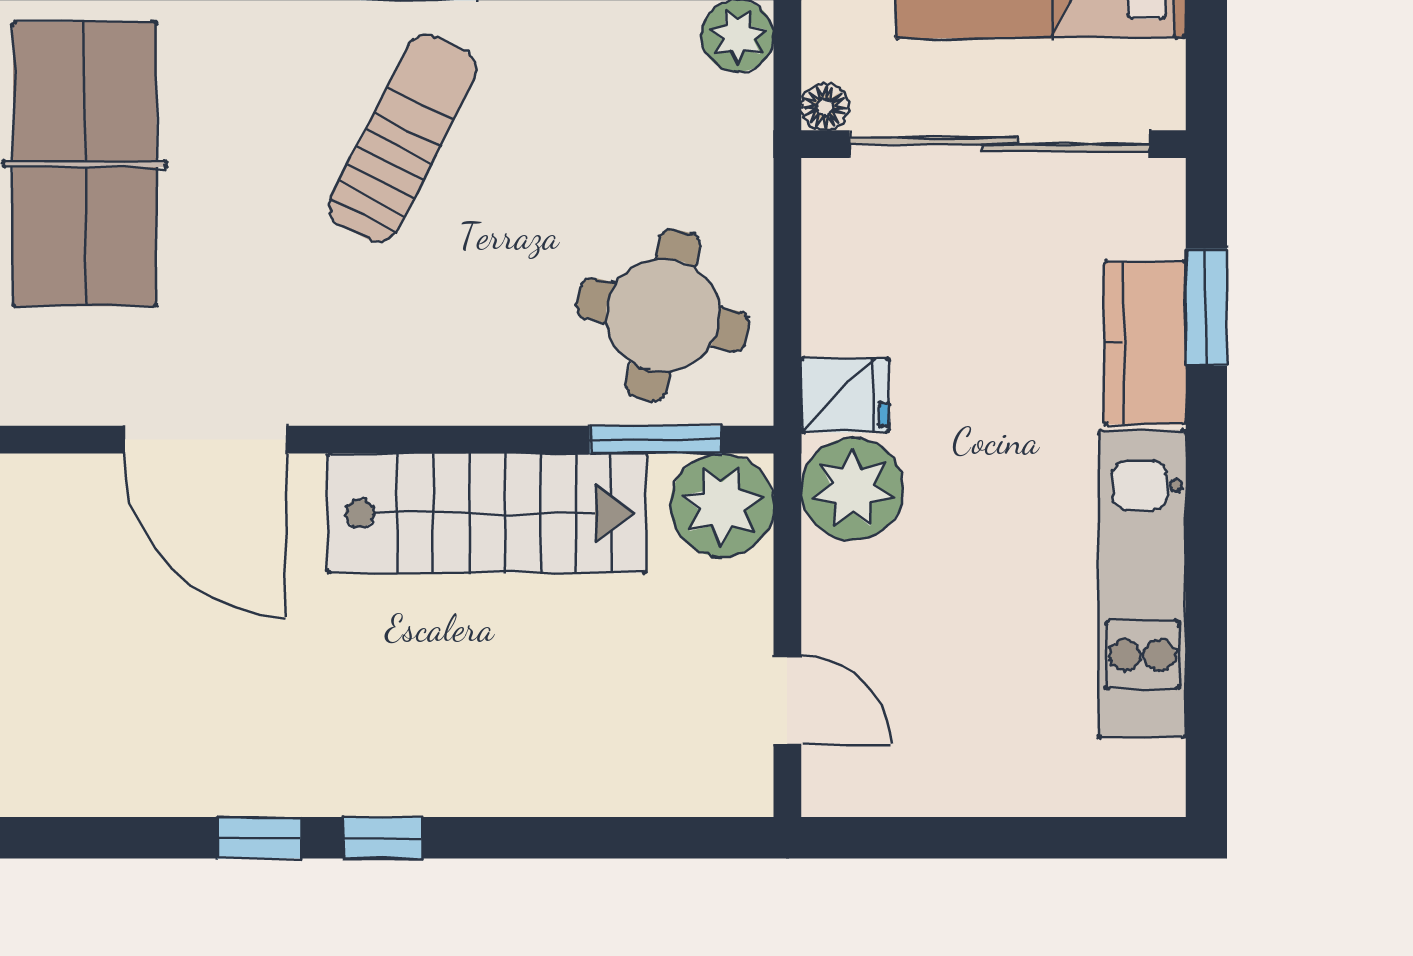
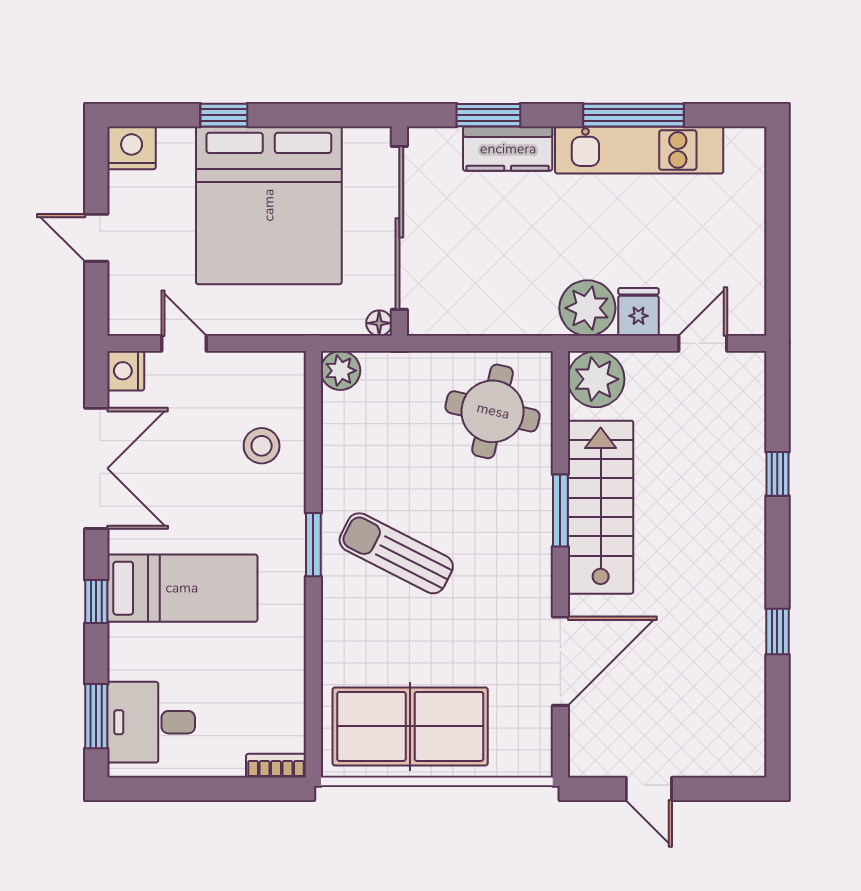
fridge: (845, 395) -> (638, 312), moved
window: (656, 440) -> (560, 510), moved
window: (1206, 574) -> (633, 115), added
window: (383, 838) -> (777, 474), moved

